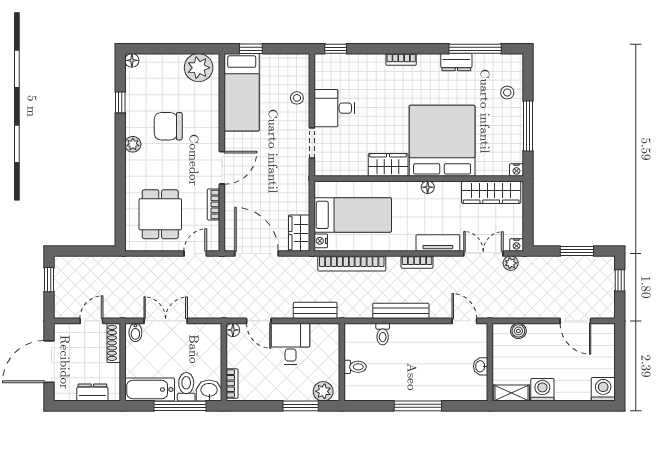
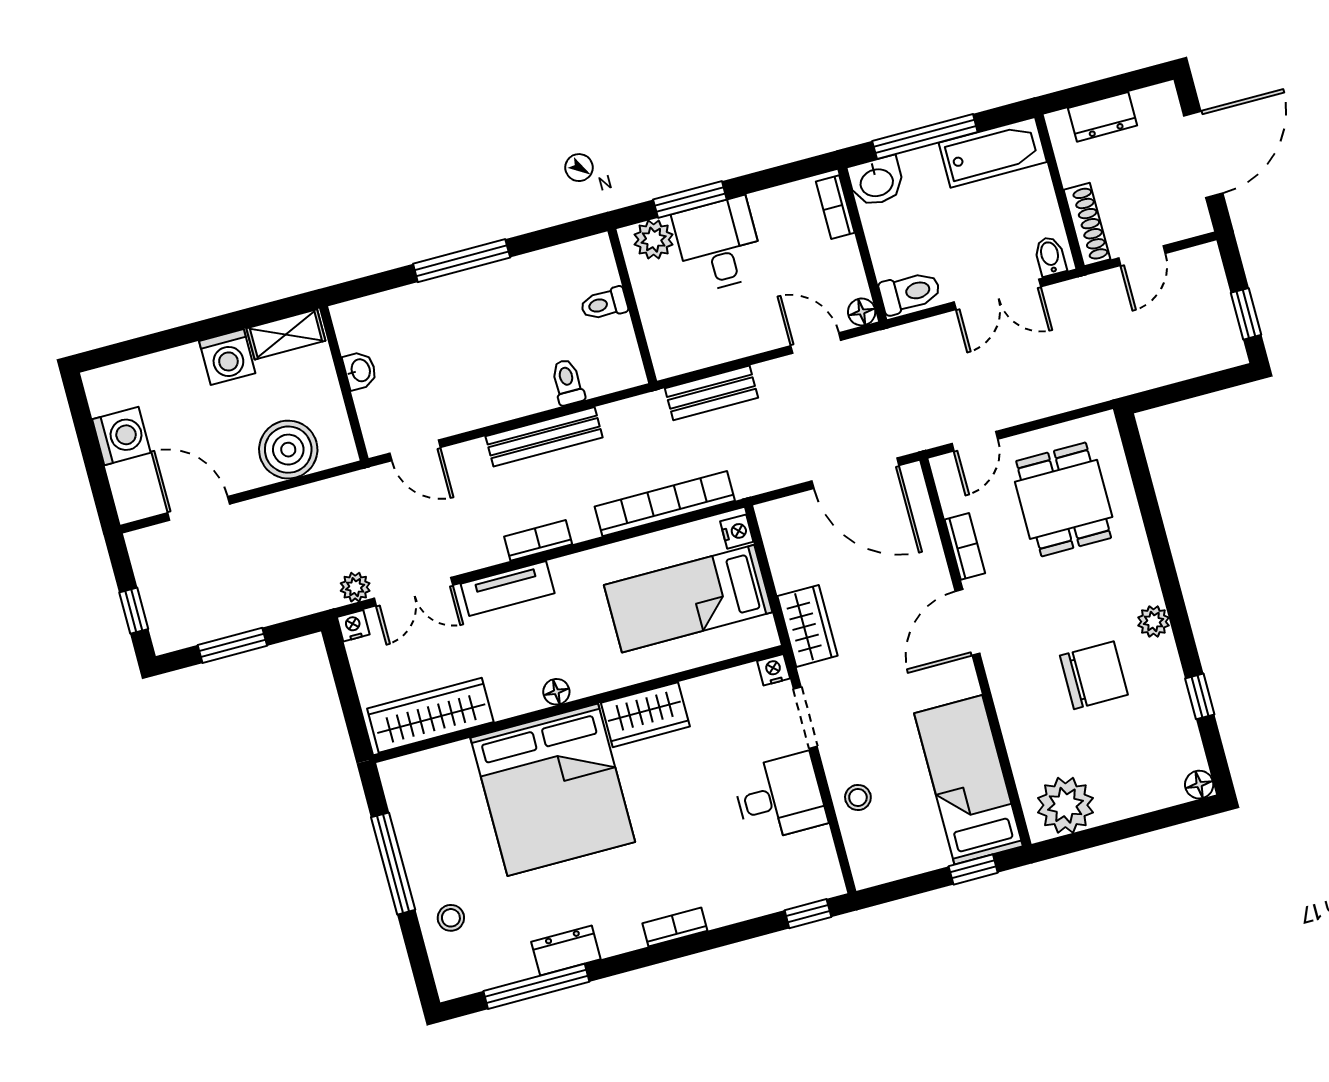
nightstand: (516, 170) -> (774, 670), moved
wardrobe: (299, 233) -> (807, 626), moved
boiler: (518, 331) -> (288, 450), width x1.86, depth x1.86
desk: (291, 344) -> (719, 245), moved, turned 180
toilet: (186, 387) -> (910, 292), moved, turned -90
washing machine: (603, 389) -> (121, 436), moved, turned -90

